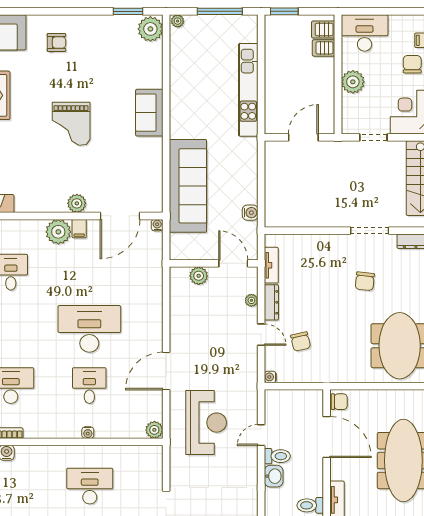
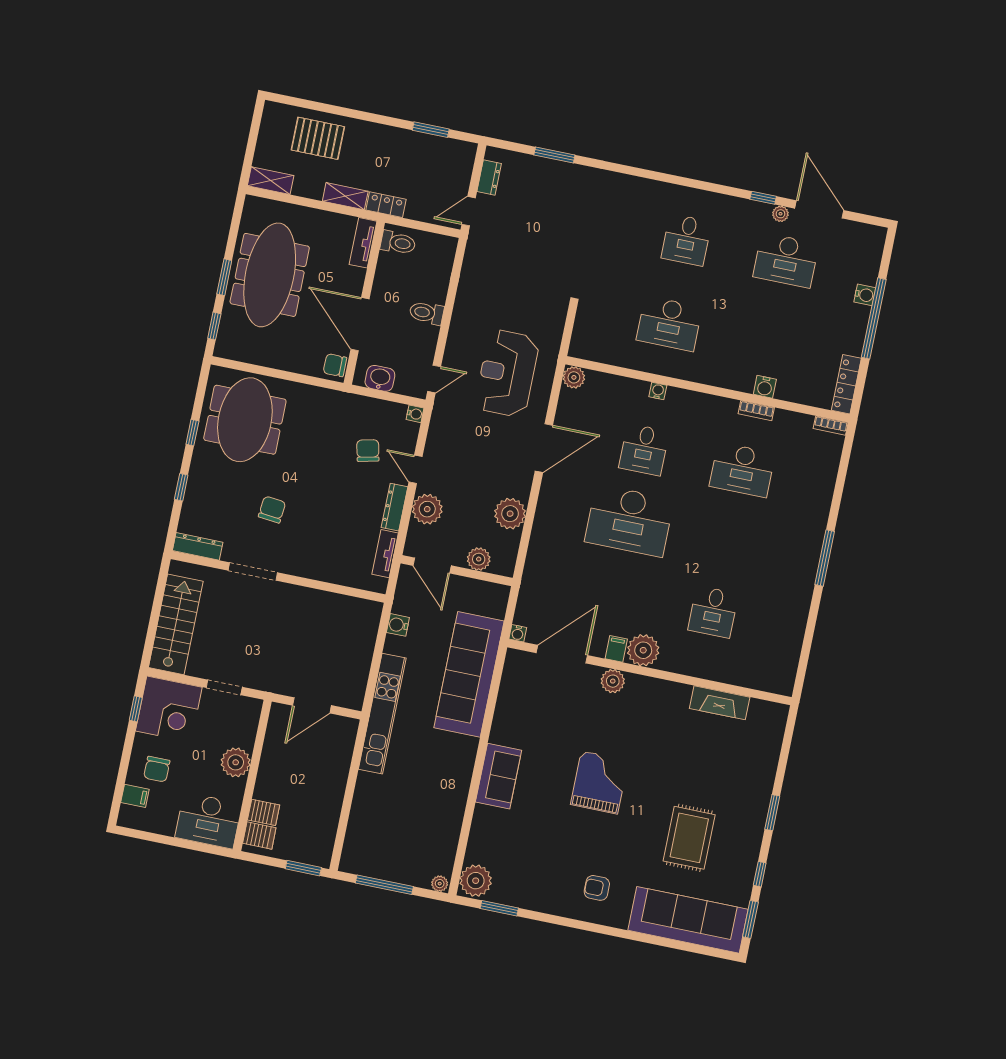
kitchen unit: (248, 90) -> (382, 714), moved
plant: (251, 300) -> (427, 509), width x1.87, depth x1.87
plant: (182, 315) -> (510, 514), added
door: (261, 435) -> (434, 379), moved
washbasin: (274, 476) -> (380, 378), moved, turned 90

